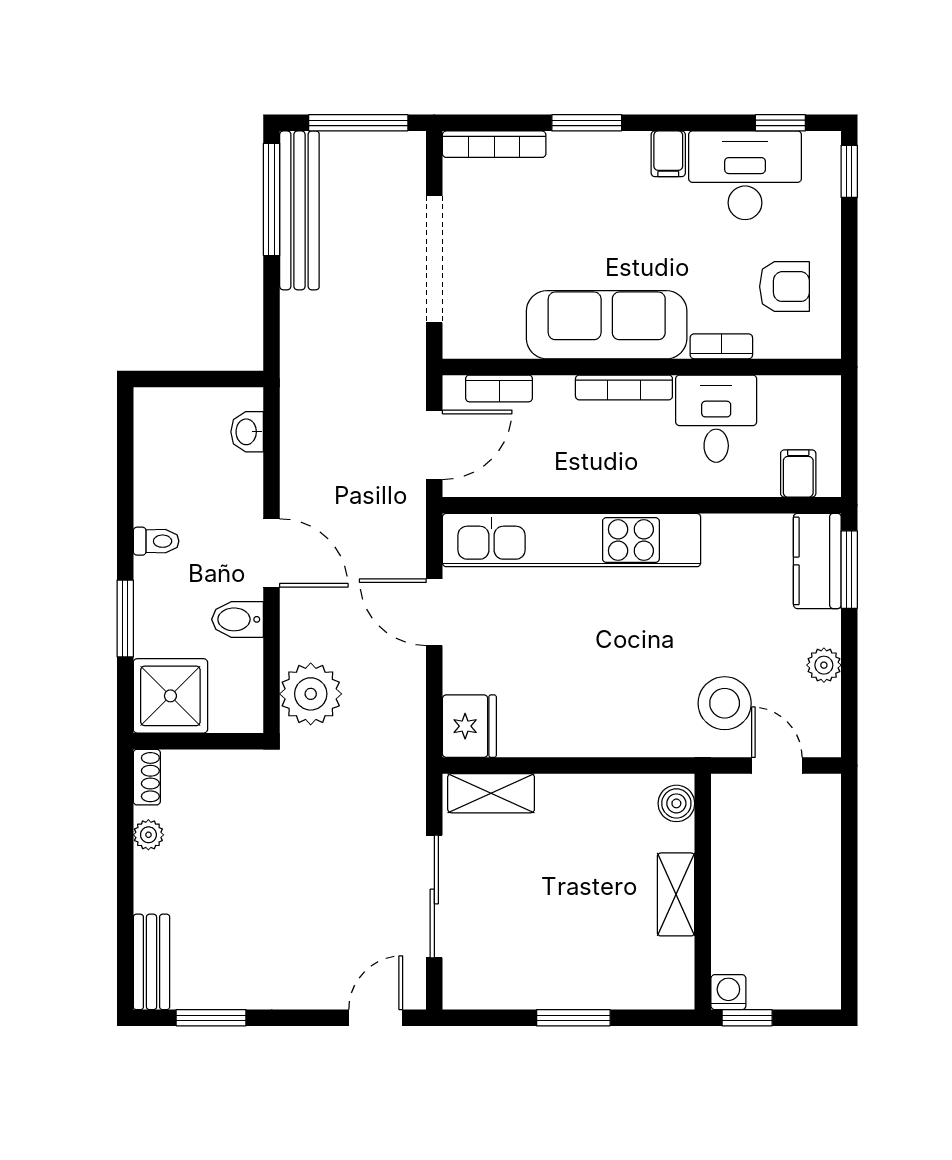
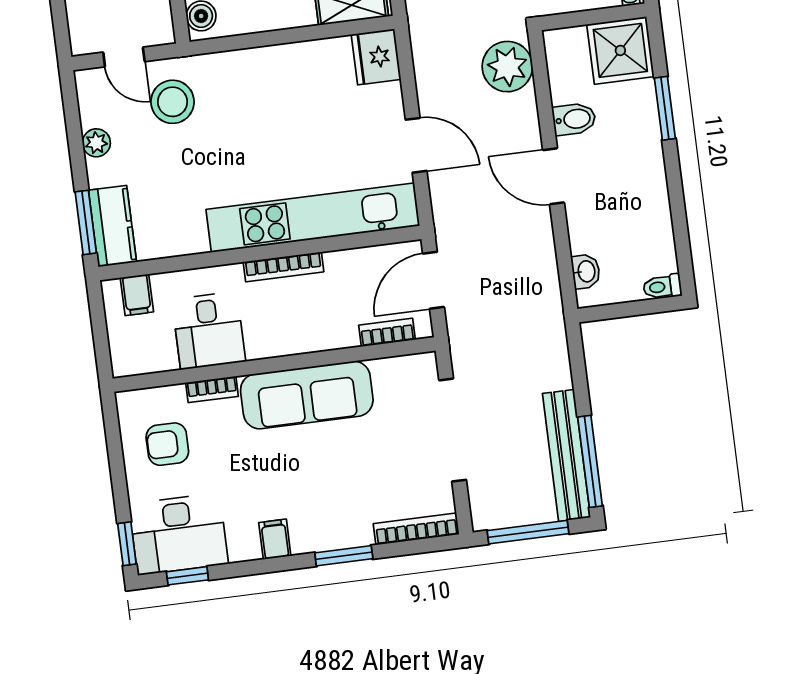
desk: (745, 175) -> (179, 534), moved
bookcase: (624, 387) -> (283, 267), moved, turned 180
toilet: (156, 541) -> (662, 287), moved

